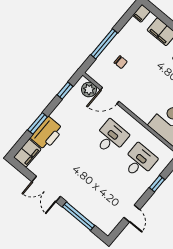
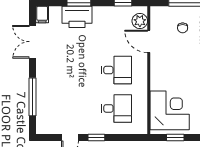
filing cabinet: (27, 153) -> (42, 14), width x0.50
window: (157, 184) -> (96, 137), moved
double door: (46, 189) -> (32, 42), moved

